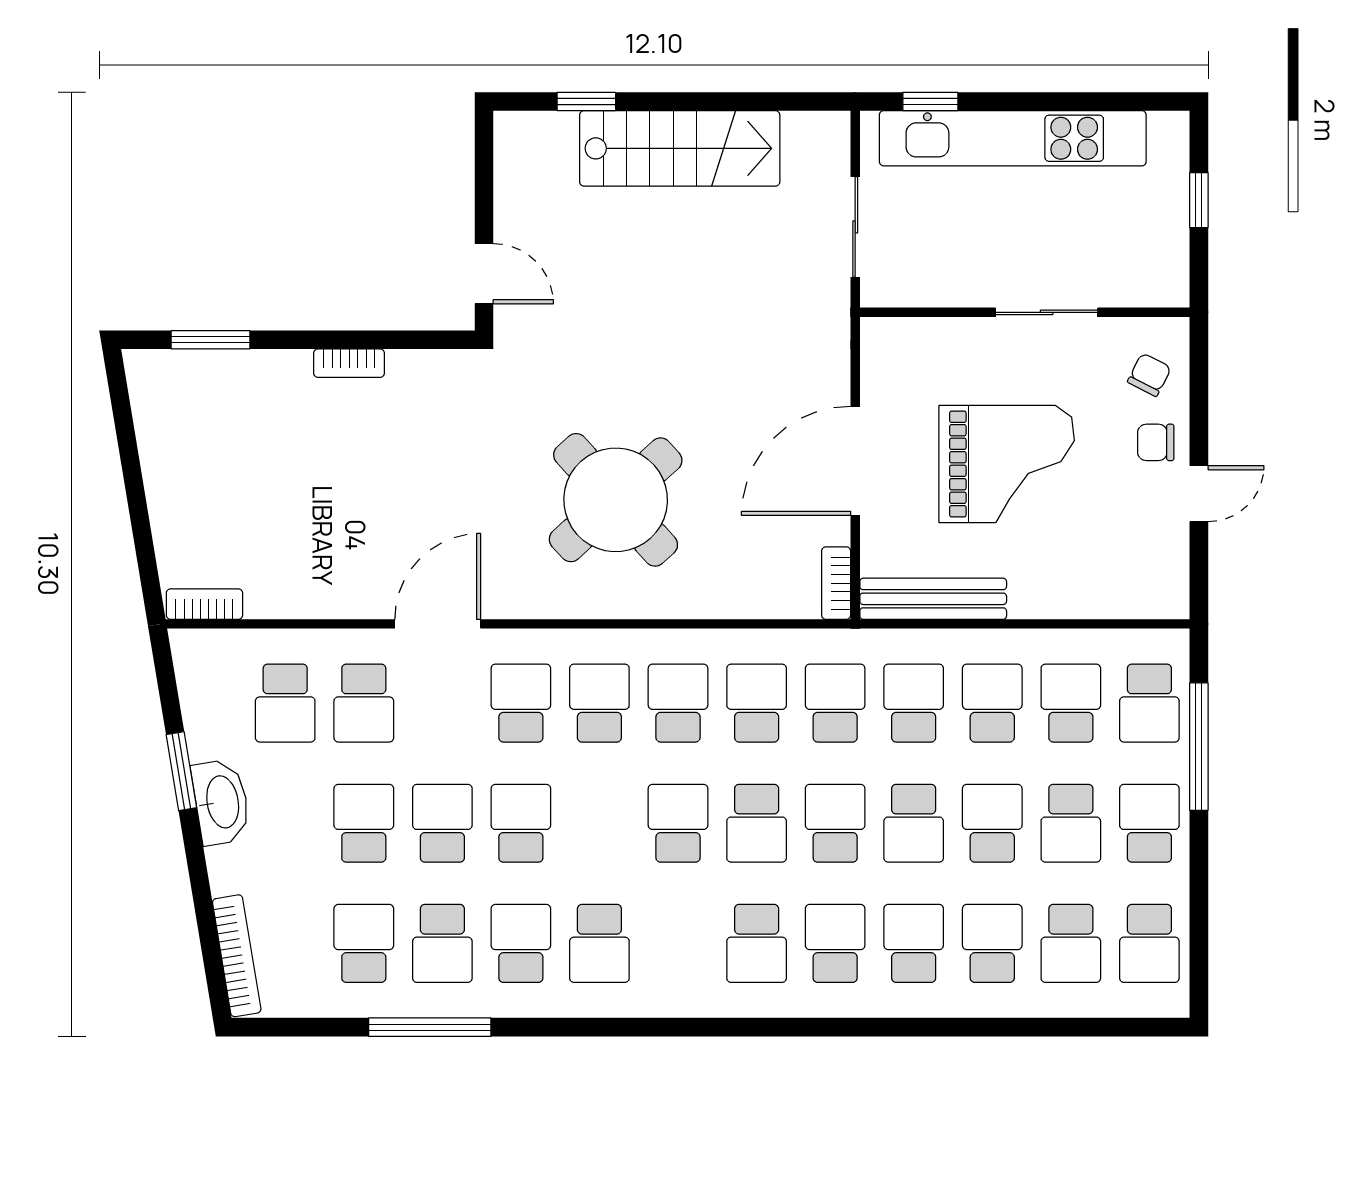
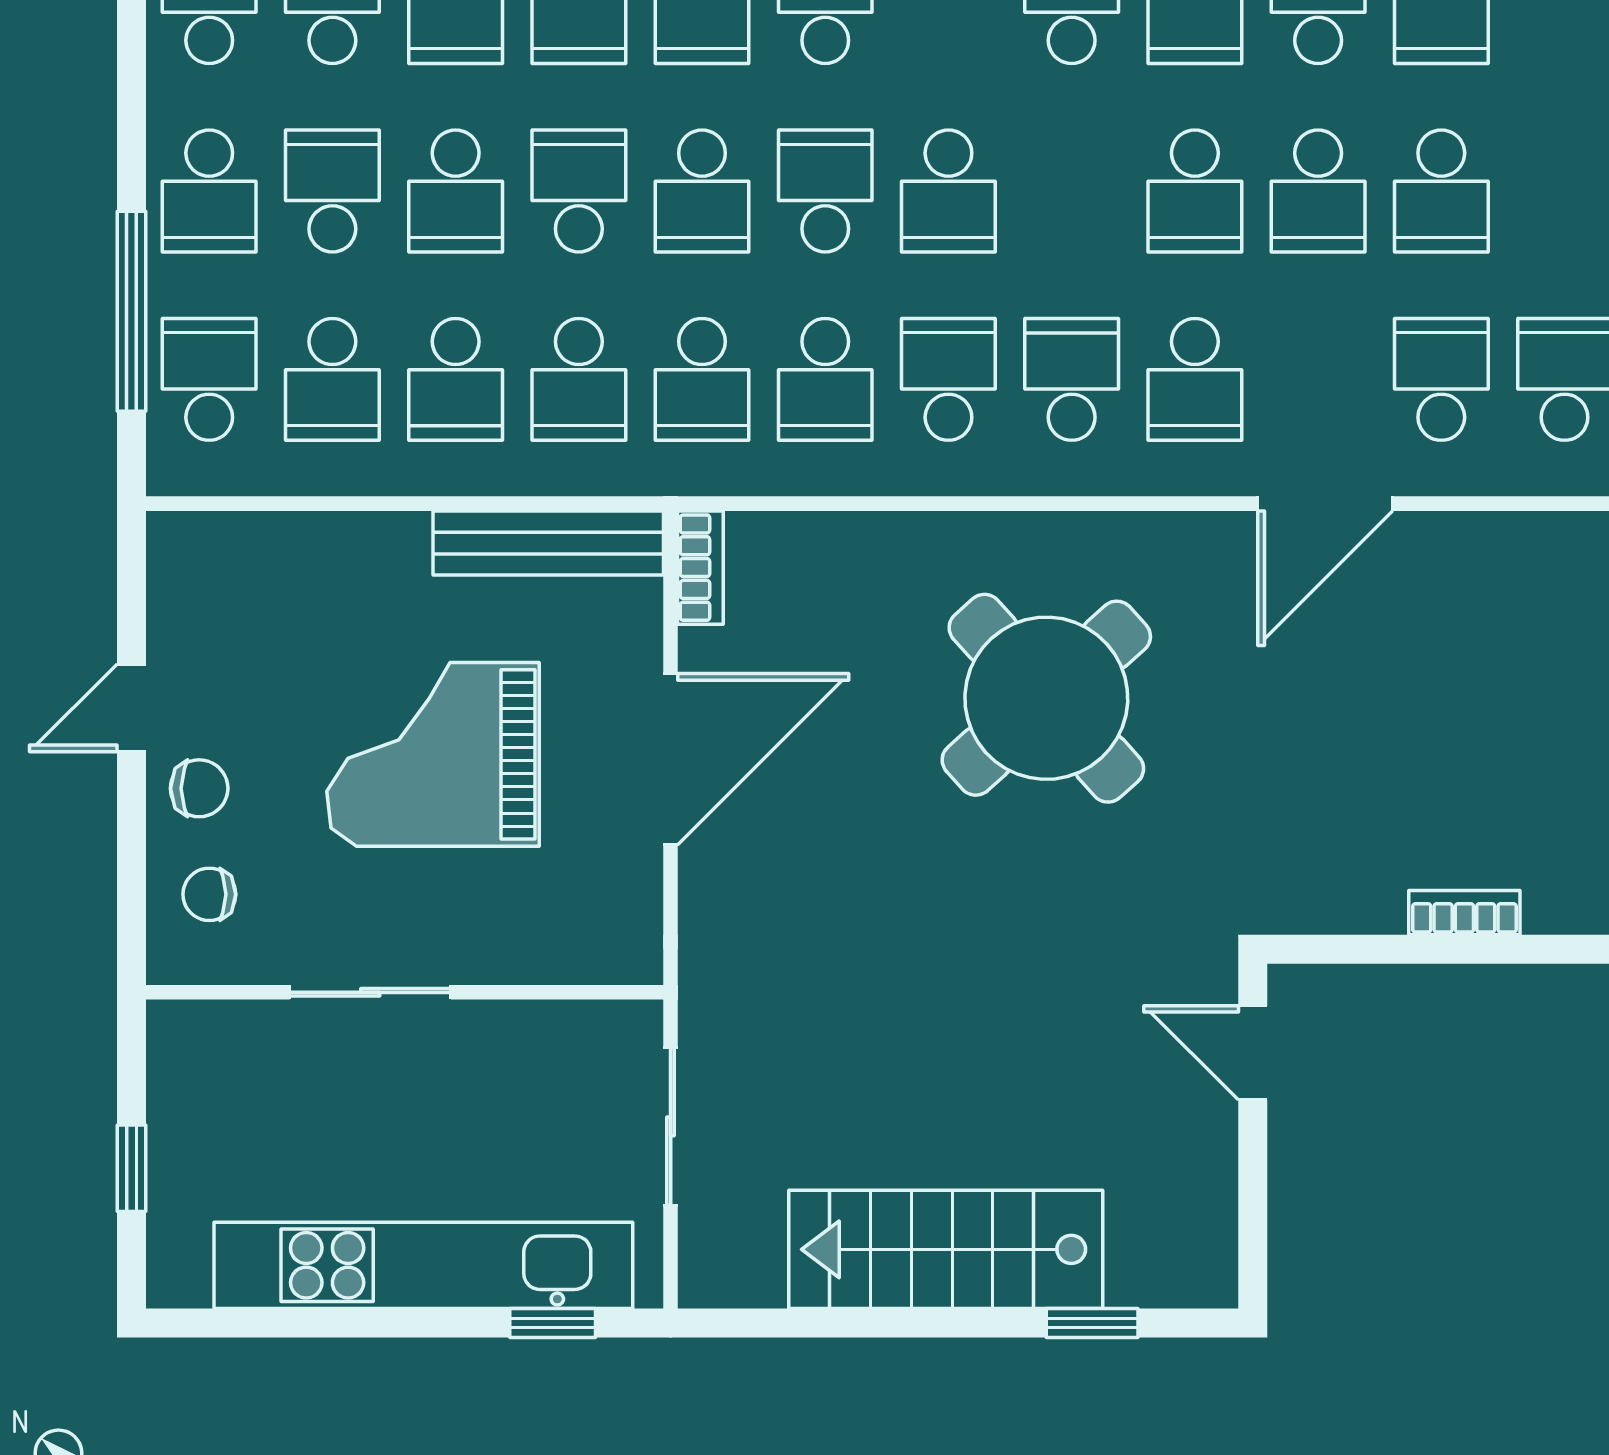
chair: (1149, 375) -> (209, 894), turned 63
school desk: (599, 703) -> (1072, 379), turned 180
school desk: (678, 703) -> (948, 379), turned 180

